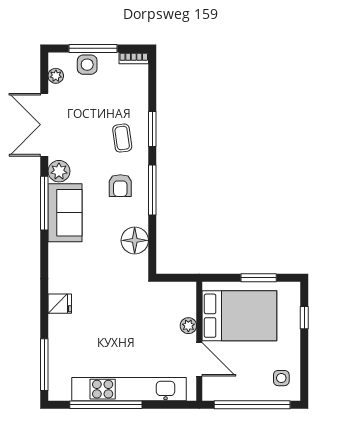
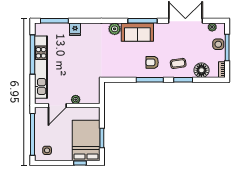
plant: (59, 171) -> (115, 29), moved
floor lamp: (135, 240) -> (201, 70), moved
fridge: (60, 304) -> (75, 29), moved
bed: (239, 316) -> (86, 140), moved, turned 180

